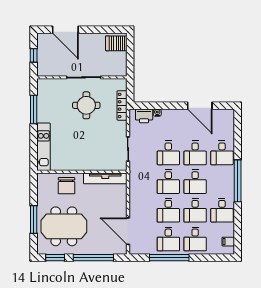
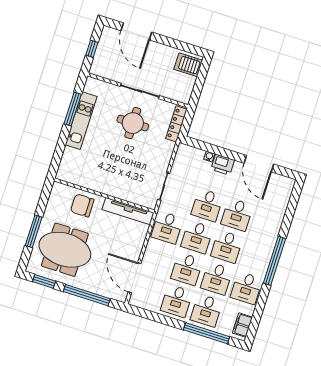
locker: (122, 105) -> (176, 124), moved
printer: (144, 116) -> (223, 165), moved
kitchen unit: (44, 147) -> (81, 121), moved
desk: (222, 153) -> (167, 228), moved
chair: (66, 186) -> (82, 205), turned 90
filing cabinet: (228, 242) -> (242, 325), width x2.00
window: (169, 258) -> (207, 333), moved

